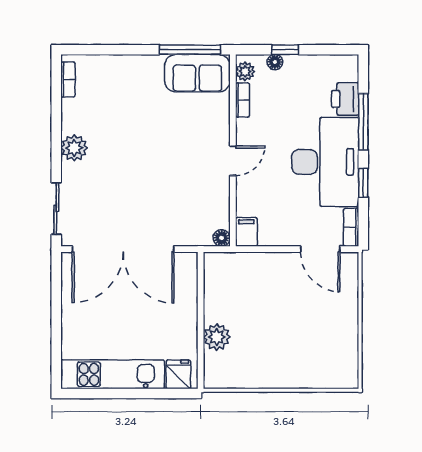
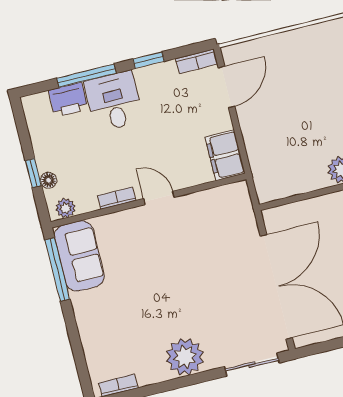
bookcase: (242, 100) -> (117, 198), moved
plant: (74, 148) -> (185, 357), width x1.36, depth x1.36
desk: (325, 162) -> (114, 101), width x0.53, depth x0.77
filing cabinet: (246, 232) -> (225, 155), width x2.00
floor lamp: (222, 238) -> (240, 190), removed

